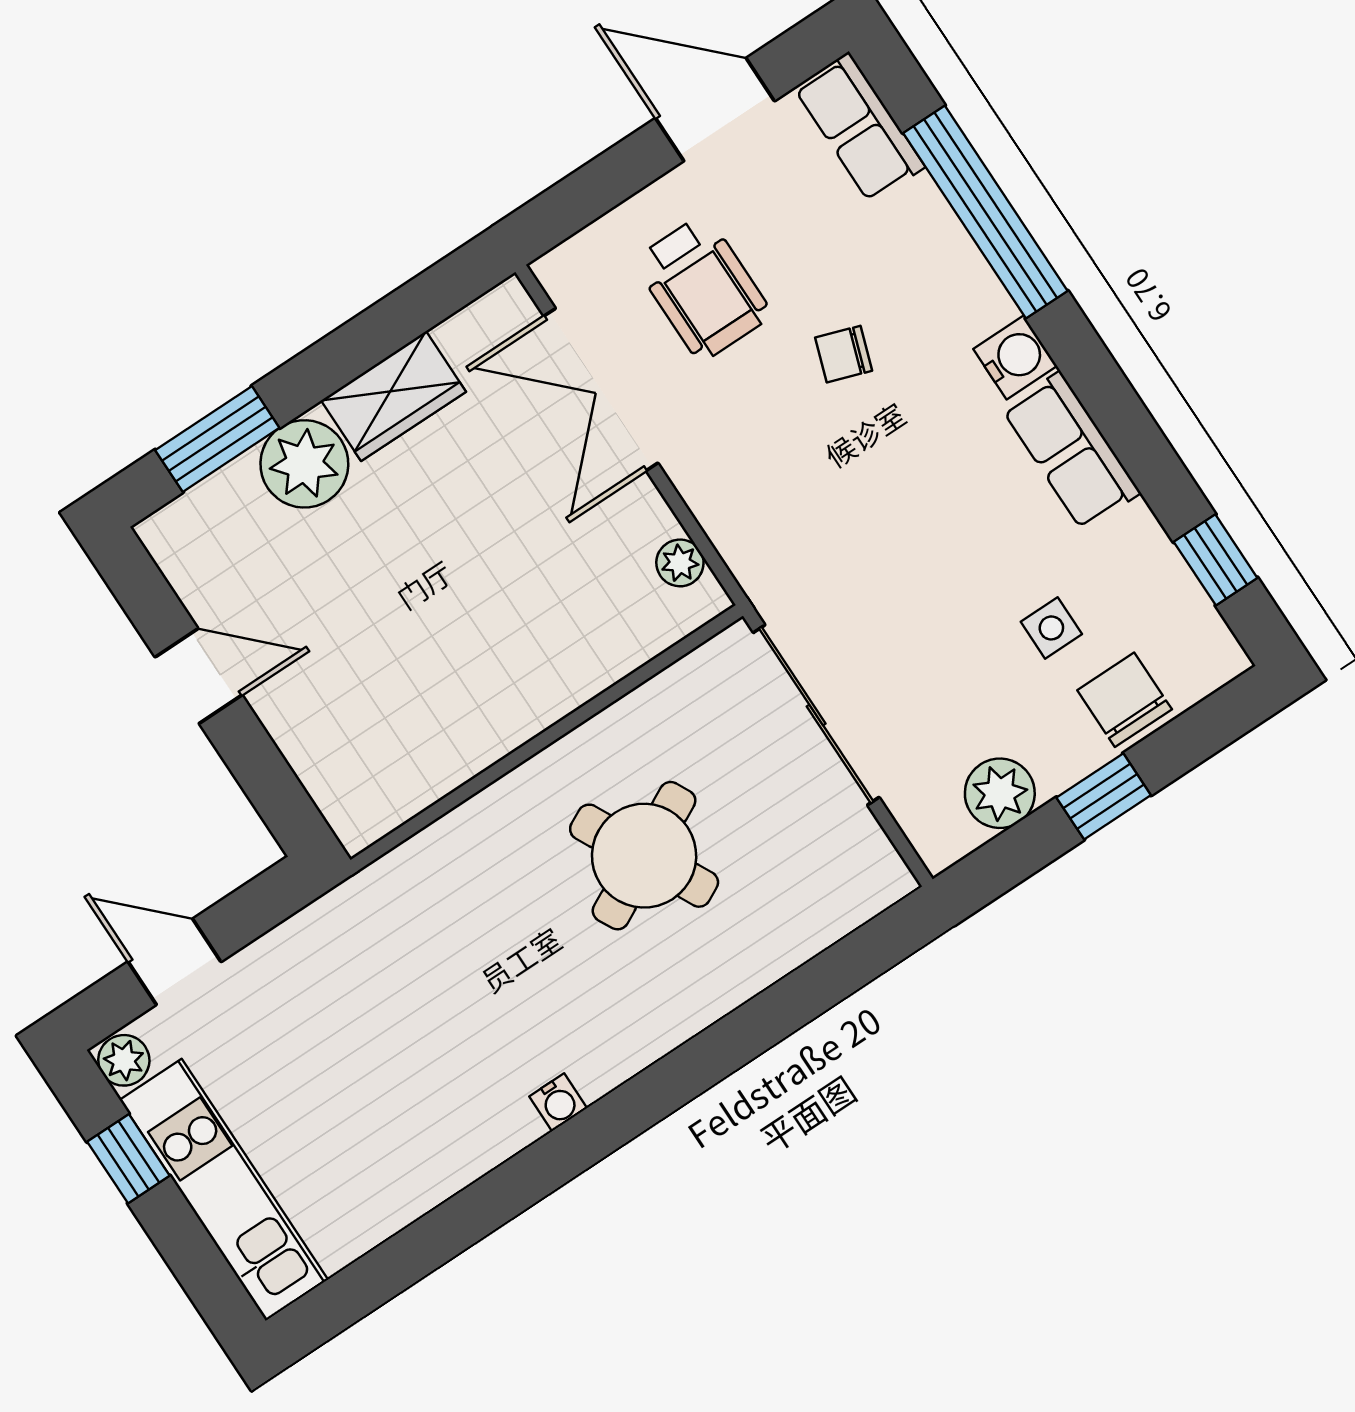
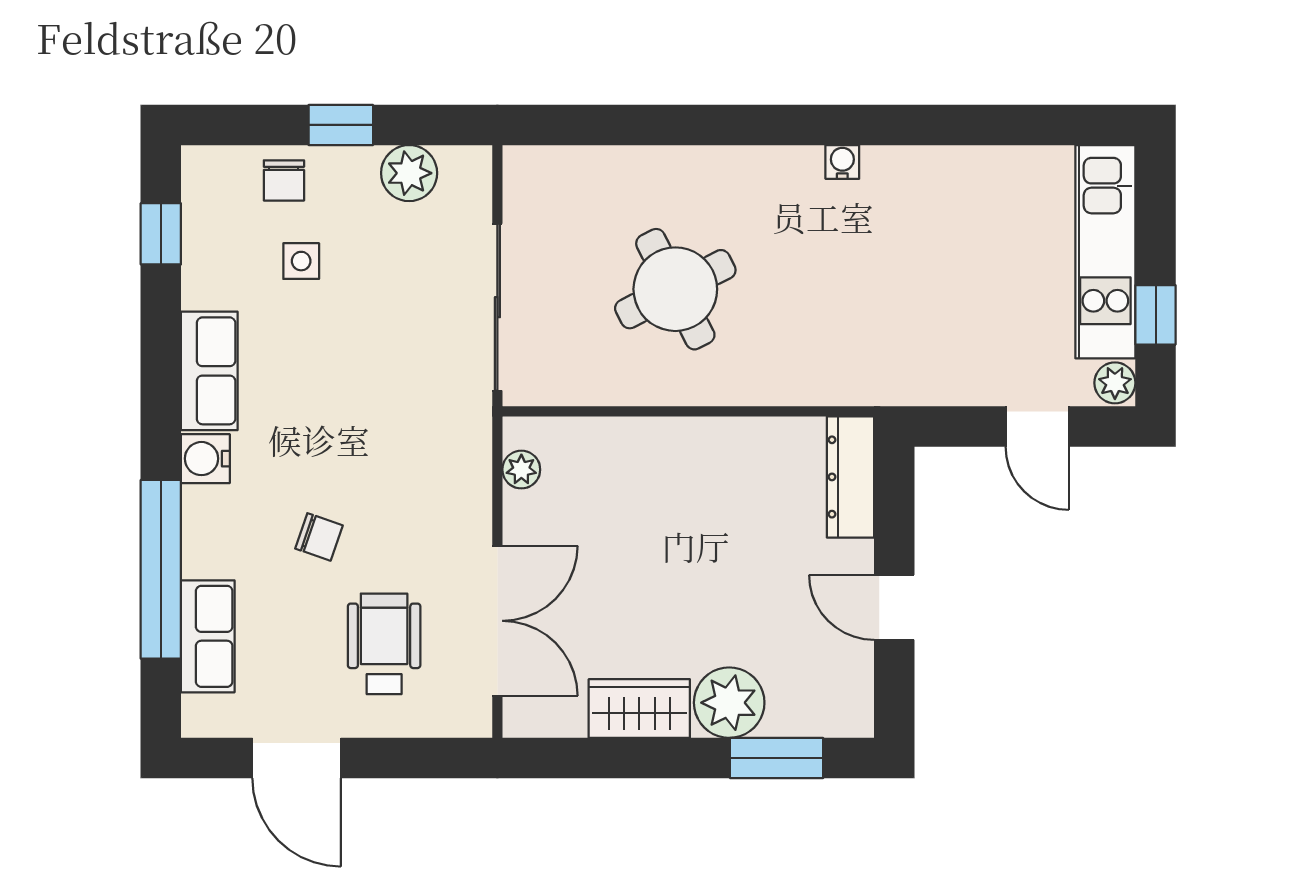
row of seats: (859, 127) -> (208, 636), moved
chair: (1125, 700) -> (284, 180), width x0.73, depth x0.73
dresser: (334, 781) -> (850, 477), added

